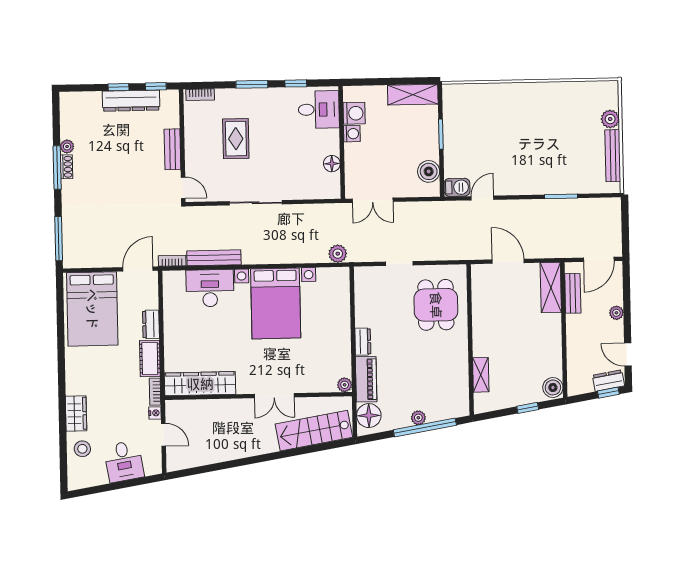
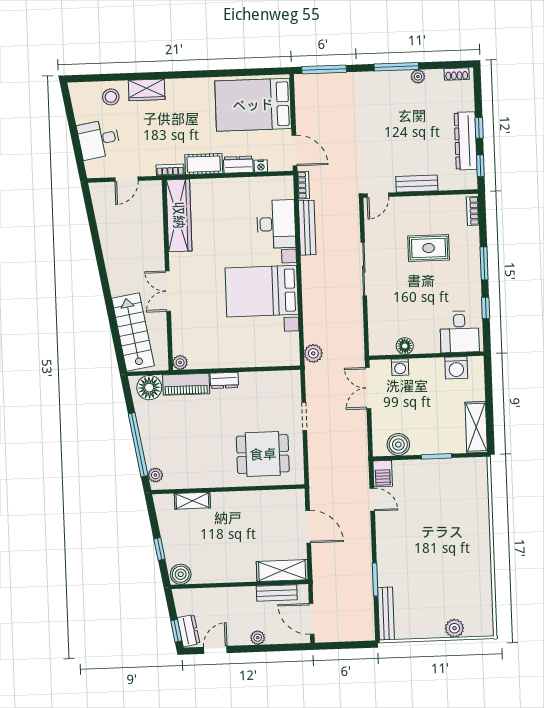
washing machine: (352, 134) -> (400, 367), moved
bench: (613, 156) -> (386, 614), moved, turned 90
shoe rack: (67, 167) -> (457, 74), moved
door: (508, 261) -> (308, 527), hinge flipped
nightstand: (155, 413) -> (261, 166), moved
plant: (418, 418) -> (155, 475), moved

